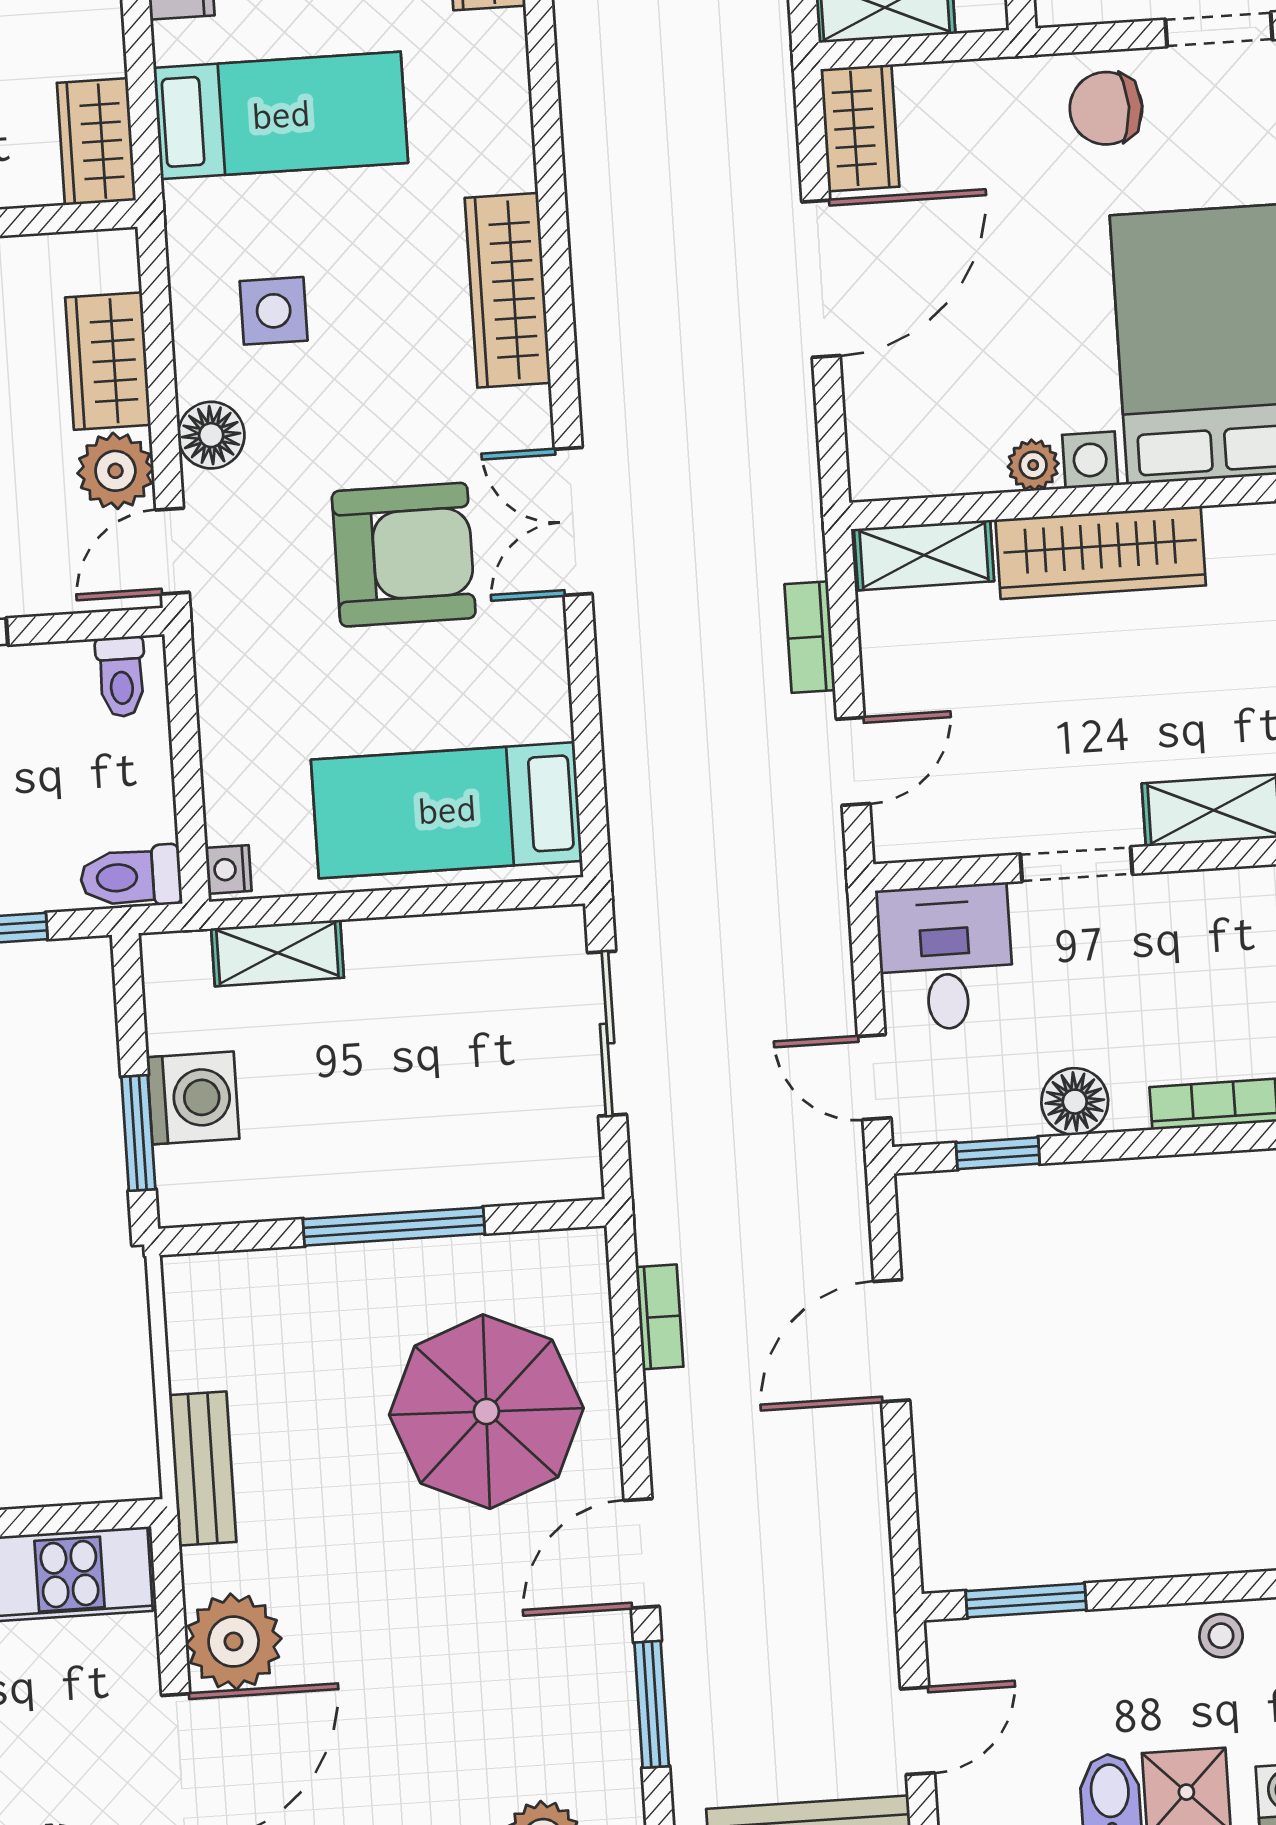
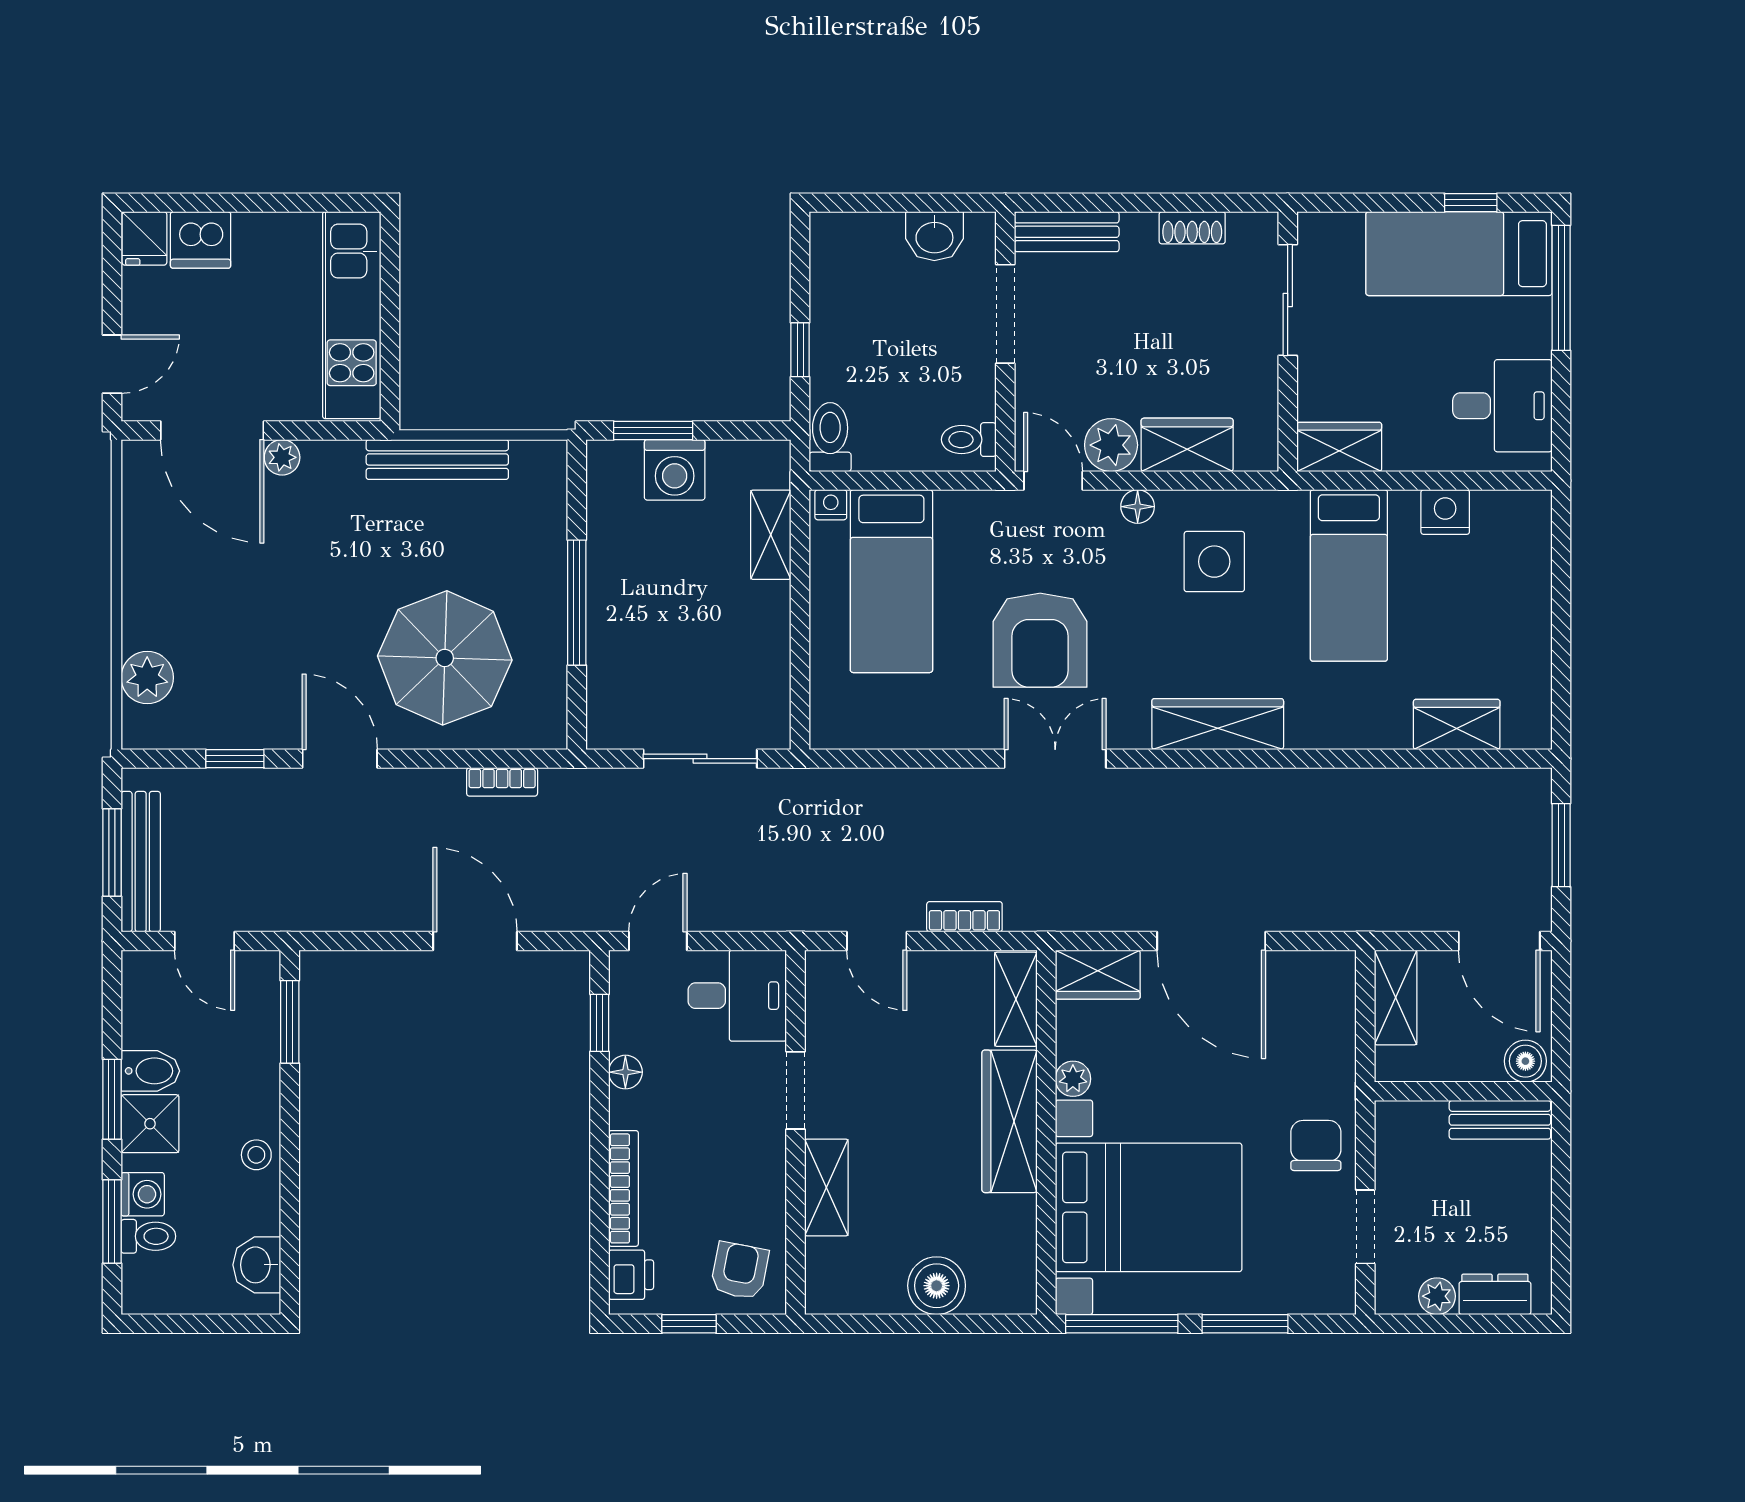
wardrobe: (860, 128) -> (1098, 975), moved
side table: (274, 311) -> (1214, 562), width x1.37, depth x1.37
floor lamp: (211, 435) -> (1138, 507), width x0.73, depth x0.73
bed: (447, 810) -> (891, 581), moved, turned 180
floor lamp: (1075, 1102) -> (625, 1072), width x0.73, depth x0.73
bench: (203, 1469) -> (437, 460), width x1.36
plant: (234, 1642) -> (282, 457), width x0.53, depth x0.53
window: (652, 1704) -> (235, 759), width x0.67

